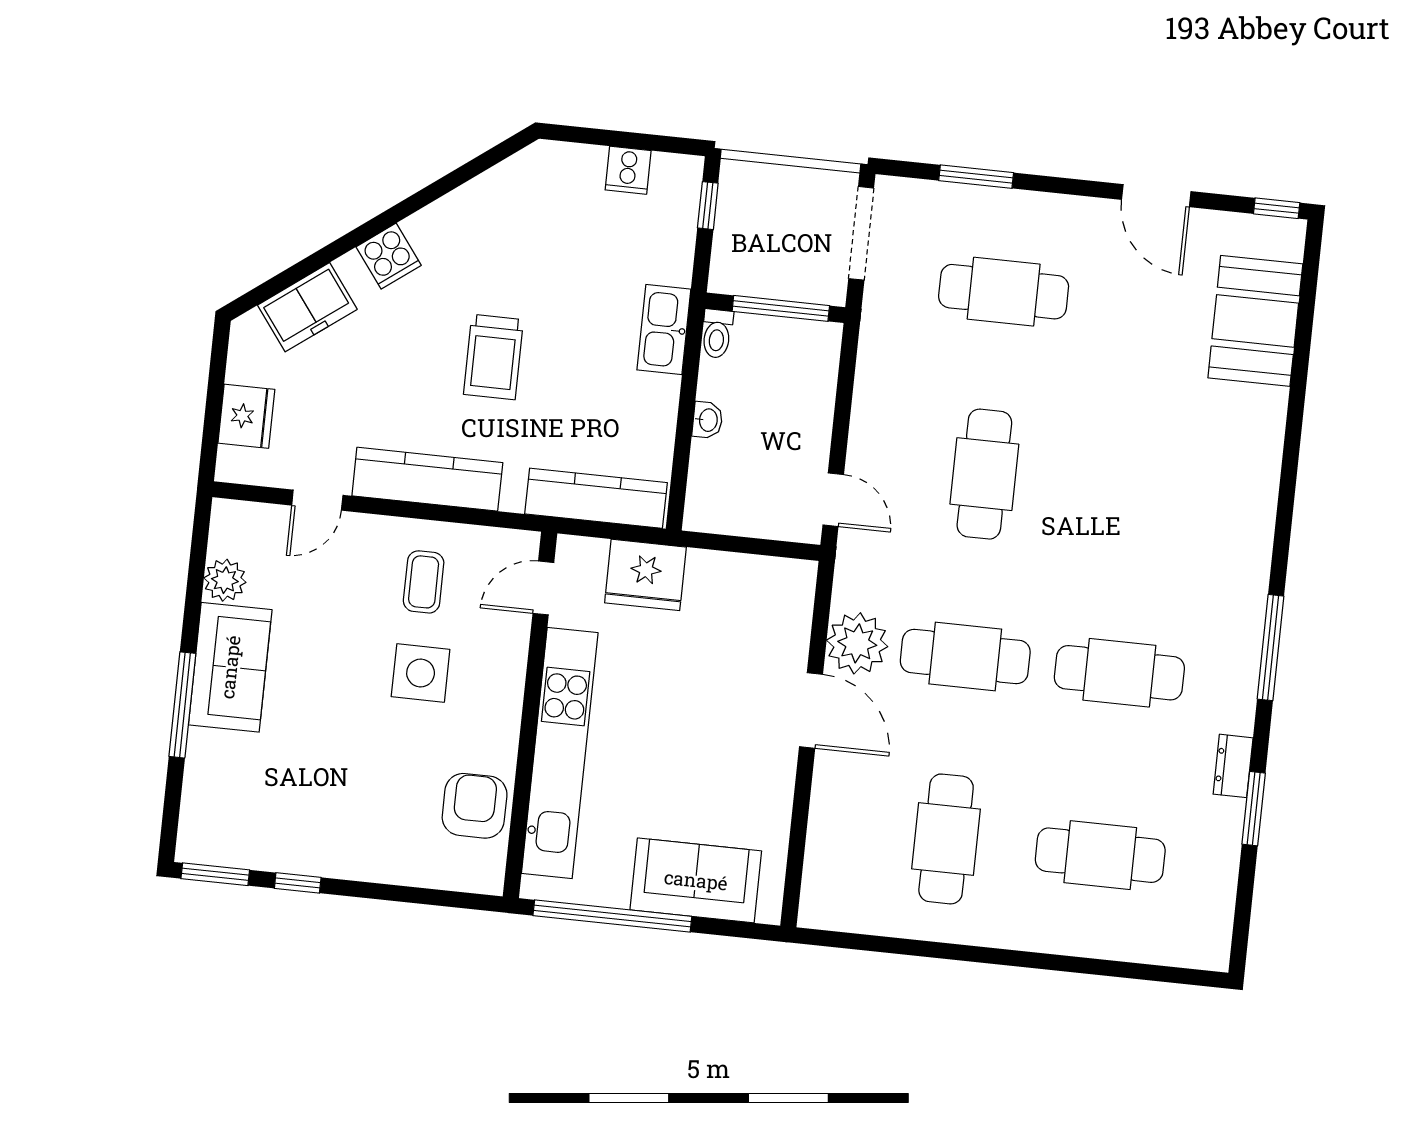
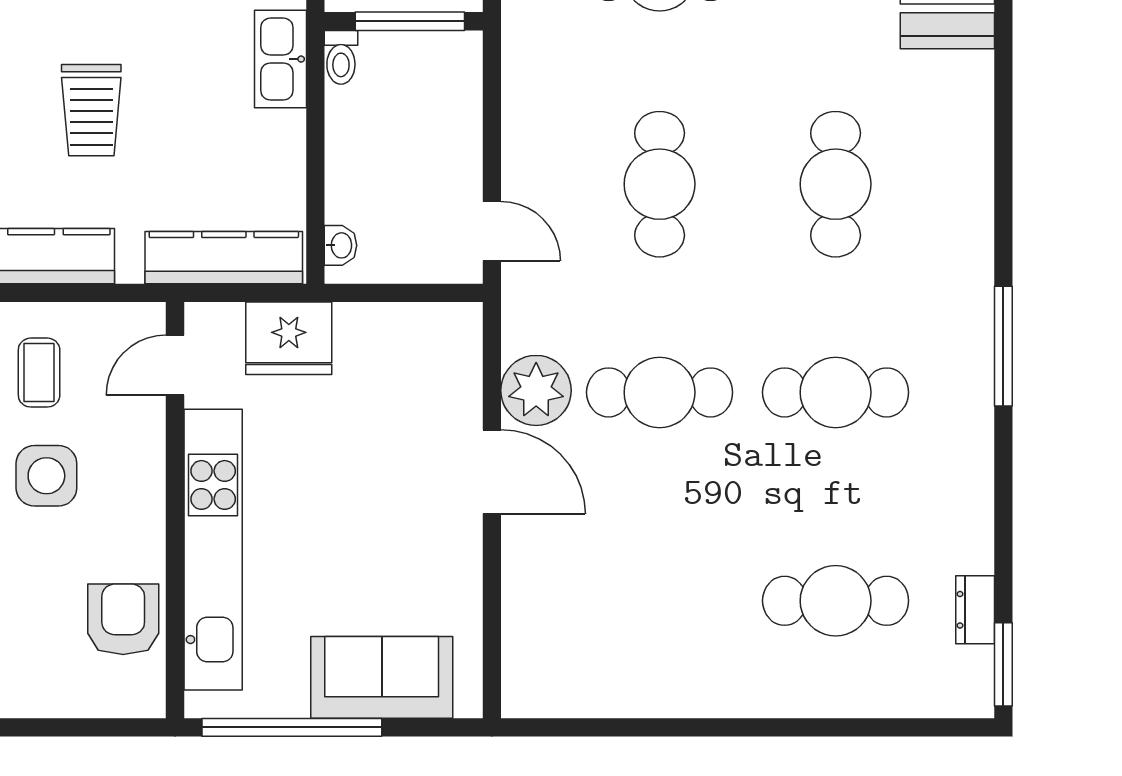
washbasin: (708, 420) -> (340, 245), moved
dresser: (1233, 766) -> (975, 610), moved
window: (1254, 809) -> (1003, 664), moved
cafe table: (946, 839) -> (836, 184), moved

